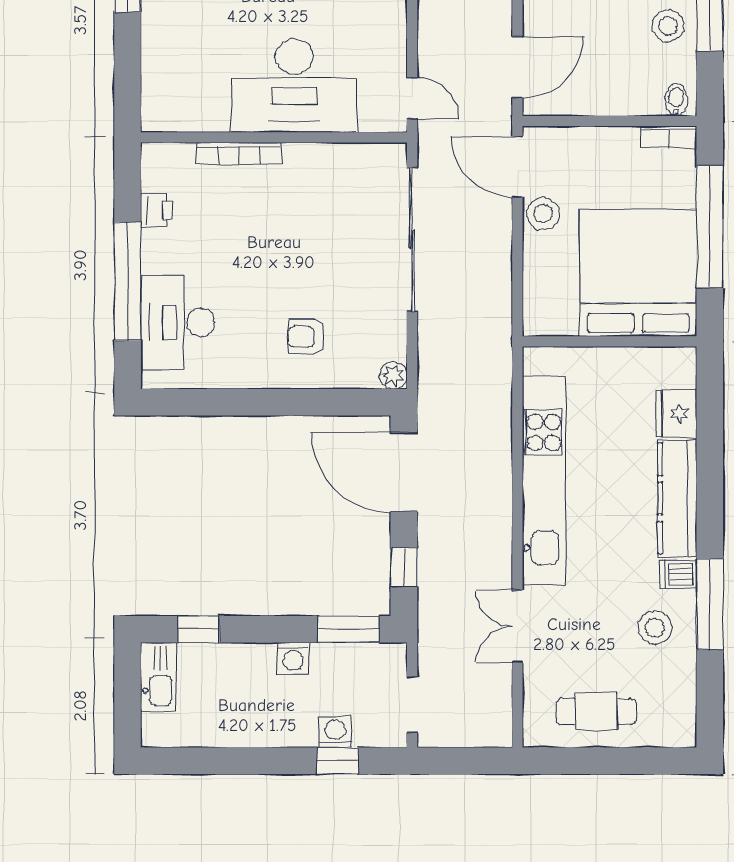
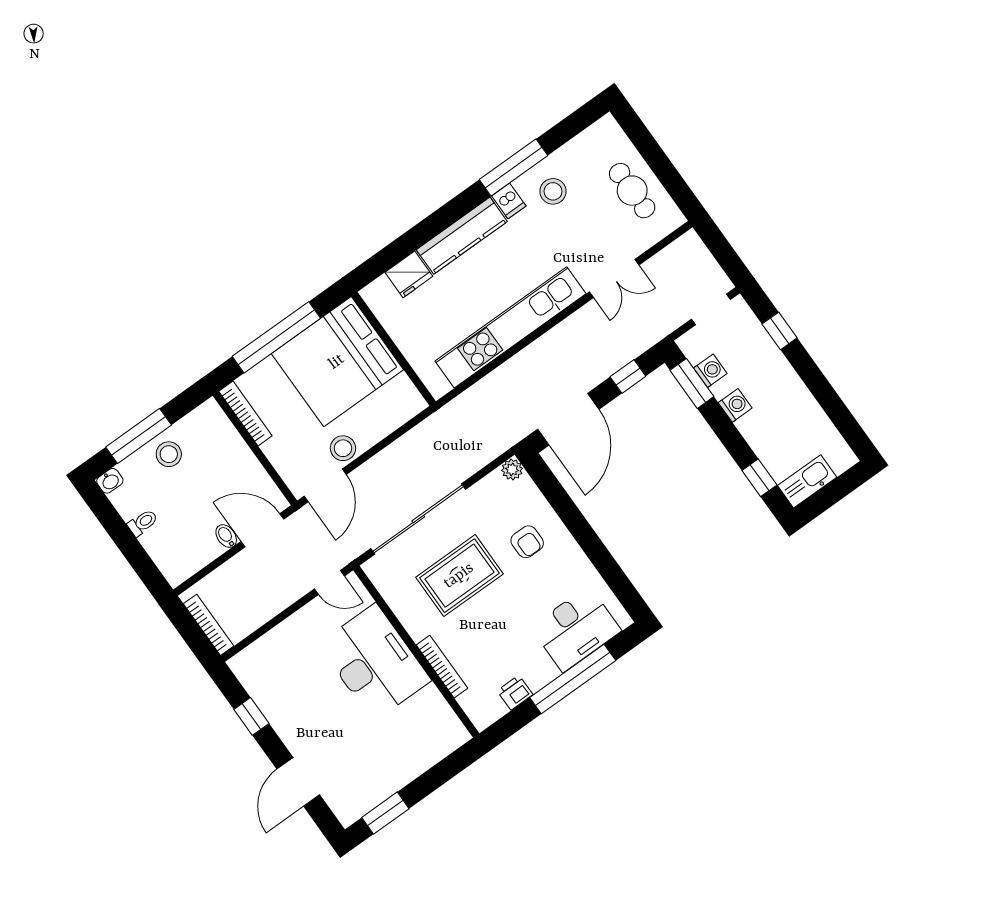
door: (412, 98) -> (329, 582), swing flipped
bidet: (676, 100) -> (226, 536), moved, turned 90
bookcase: (669, 137) -> (245, 414), width x1.56
rug: (321, 240) -> (459, 576), added
washing machine: (335, 732) -> (710, 371), moved, turned 180

